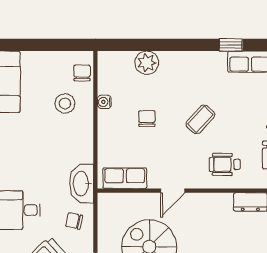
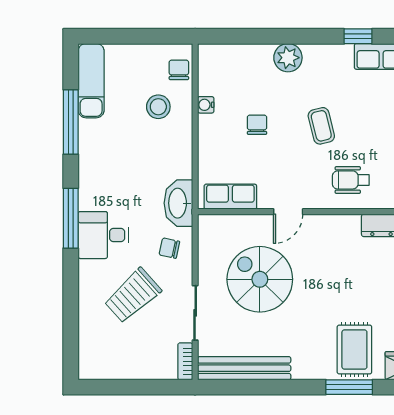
plant: (147, 63) -> (288, 58), moved
coffee table: (200, 119) -> (321, 126), turned -57

